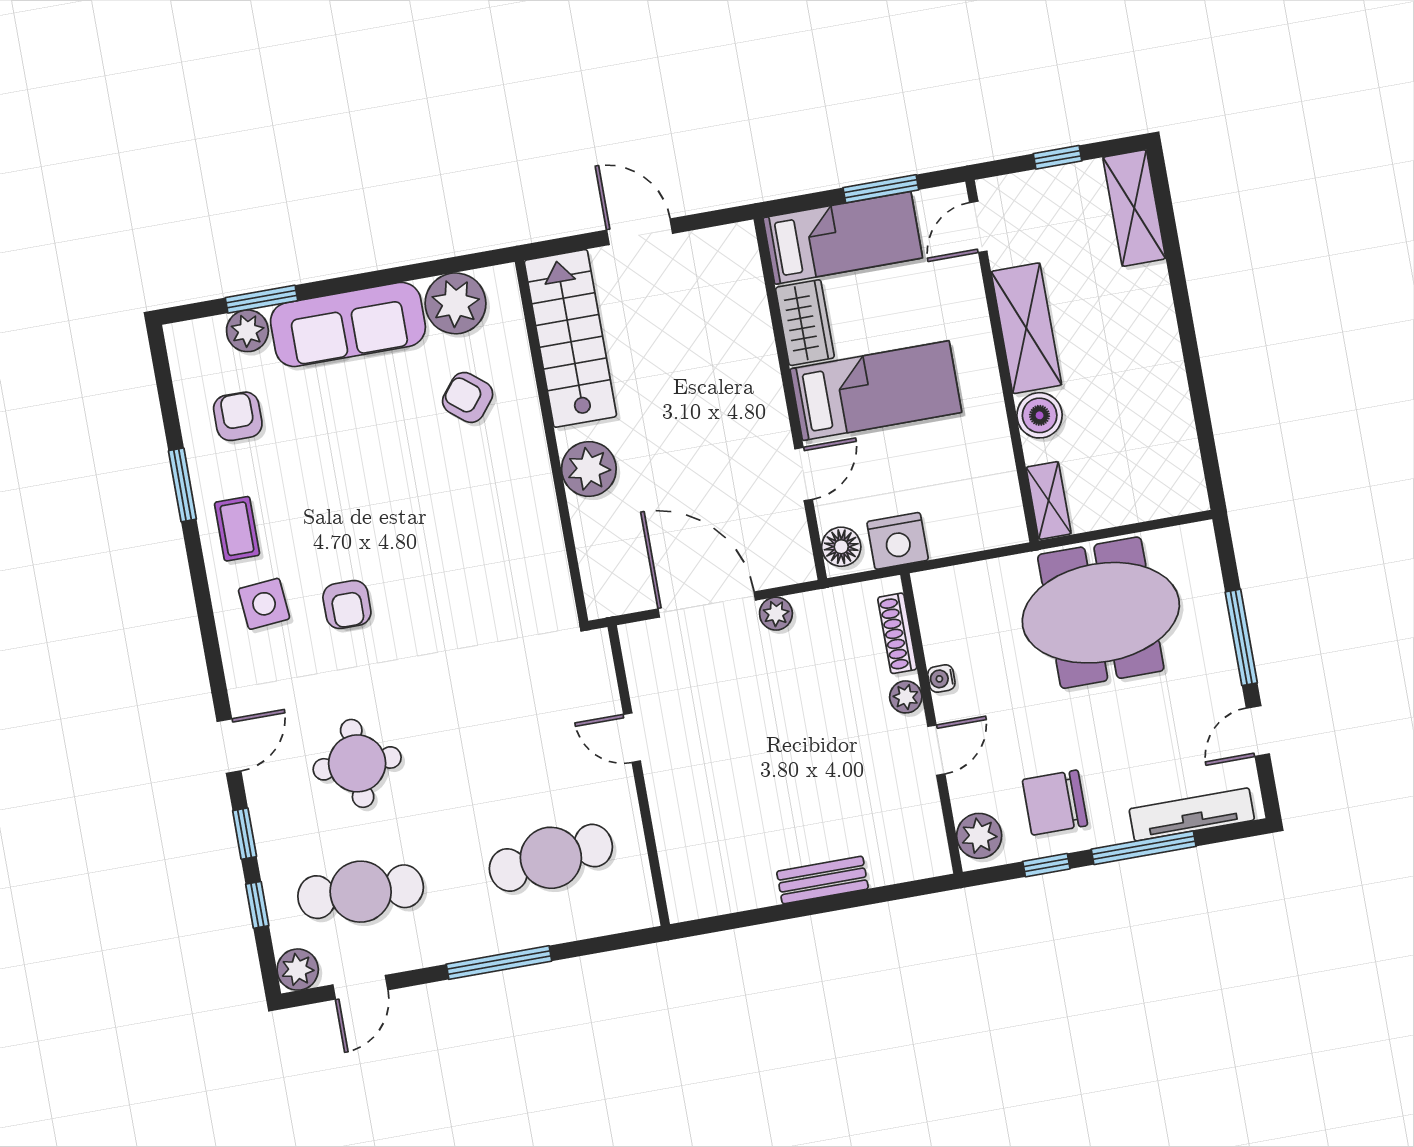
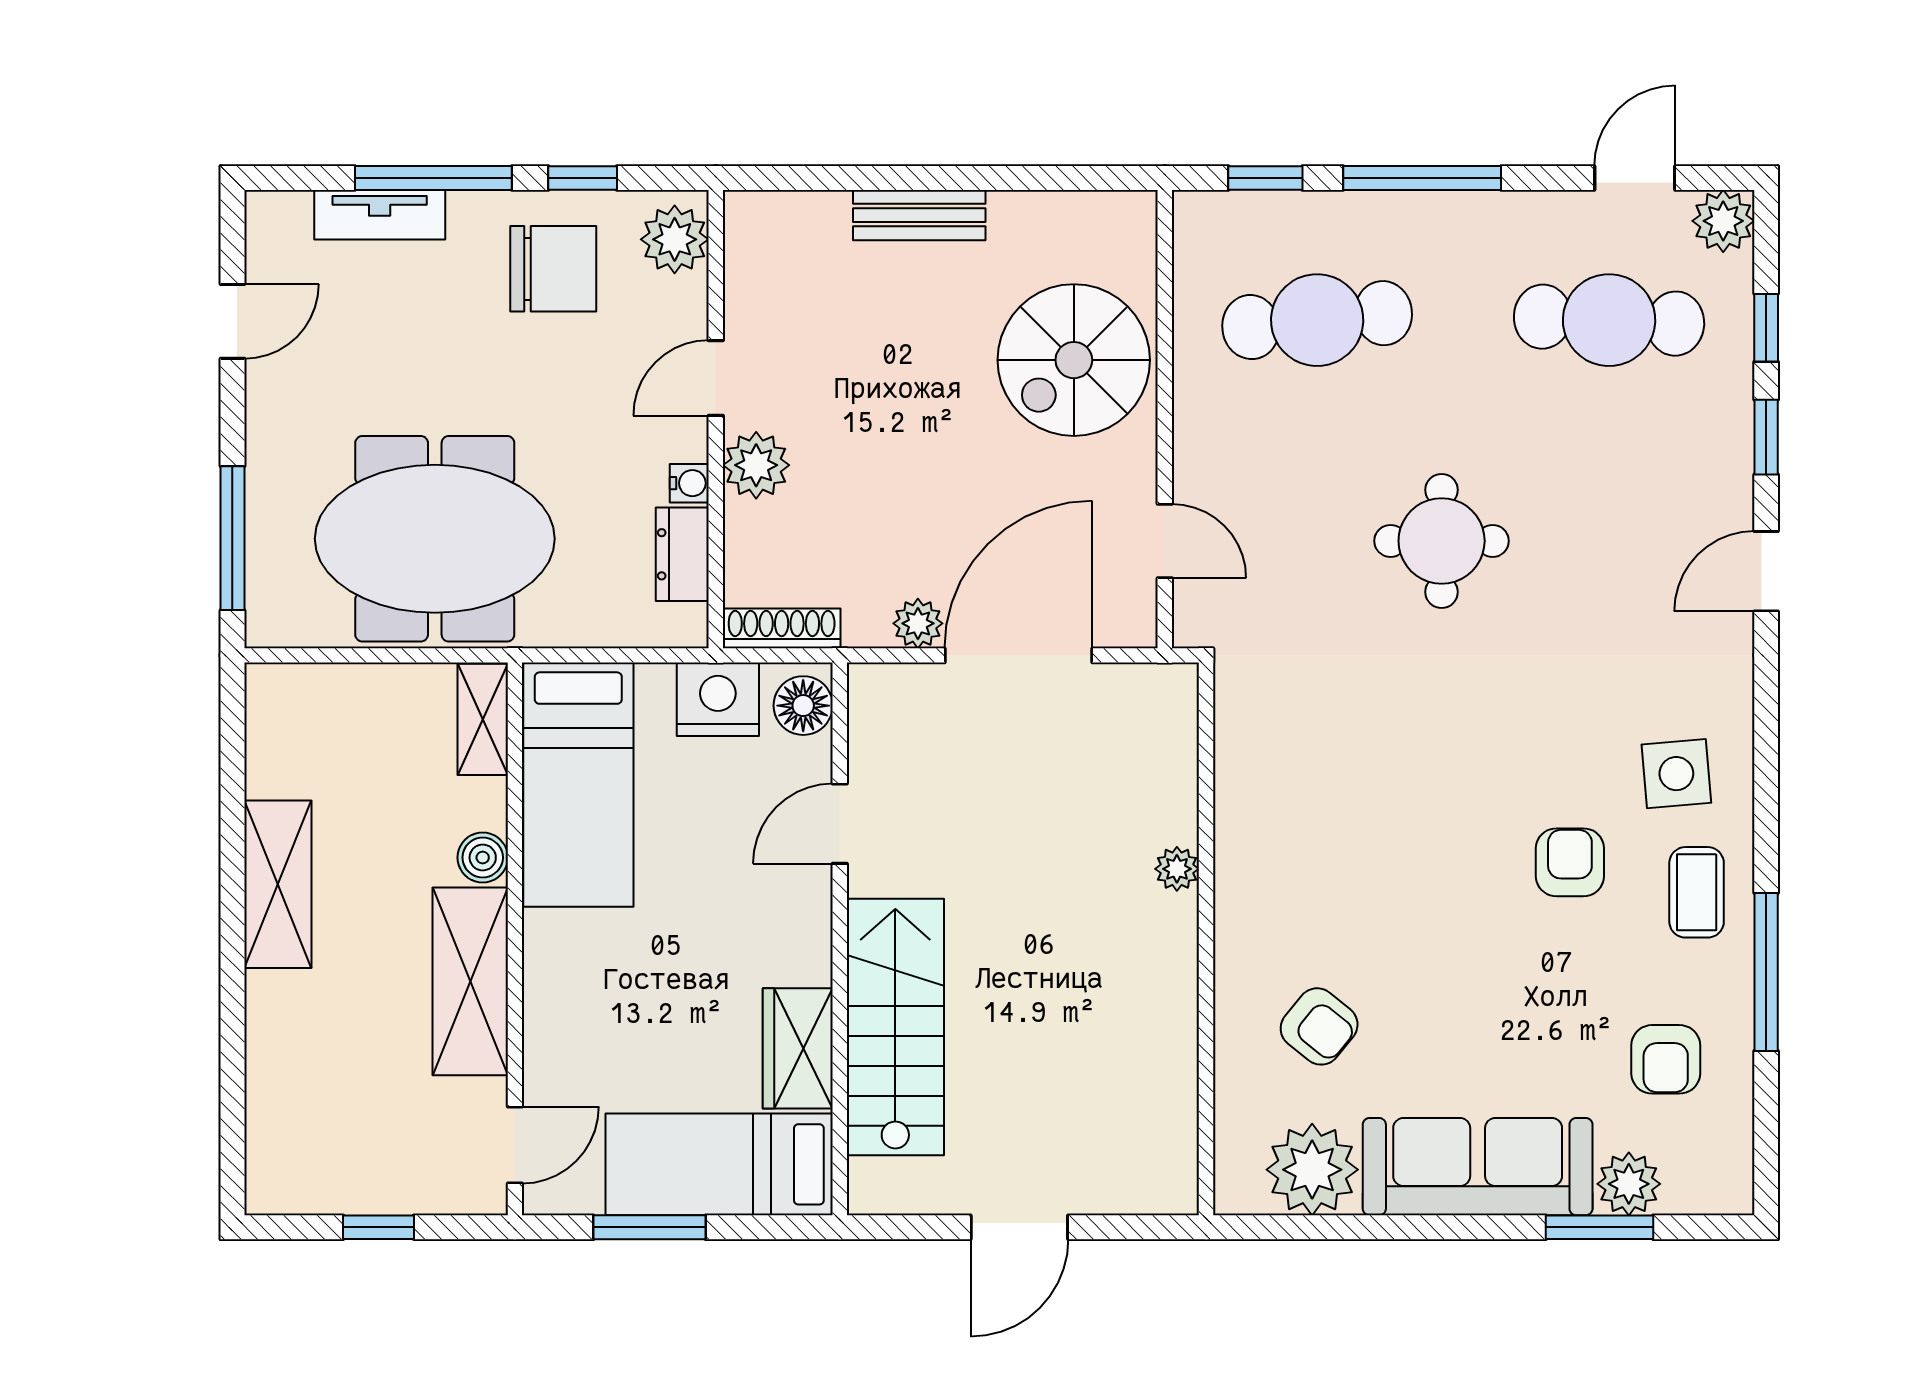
shelving: (1134, 208) -> (278, 884), moved
door: (640, 232) -> (1019, 1227), hinge flipped
stairs: (570, 338) -> (895, 1027), moved, turned 180
bed: (876, 391) -> (578, 785), moved, turned -90
boiler: (1040, 415) -> (483, 858), width x0.73, depth x0.73
plant: (589, 469) -> (1177, 869), width x0.53, depth x0.53
window: (182, 485) -> (1766, 972), width x1.44
armchair: (347, 604) -> (1570, 862), moved
door: (707, 604) -> (1018, 655), swing flipped
dresser: (938, 631) -> (682, 554), added
shoe rack: (897, 633) -> (782, 628), moved, turned -90
window: (1241, 637) -> (232, 538), moved
plant: (906, 697) -> (756, 465), width x1.38, depth x1.38
door: (632, 738) -> (1165, 541), moved
round table: (357, 763) -> (1442, 541), moved
spiral stairs: (705, 803) -> (1074, 360), added
tv unit: (1192, 814) -> (380, 215), width x0.71
window: (601, 944) -> (1265, 178), added

